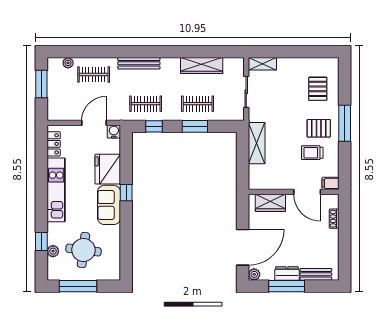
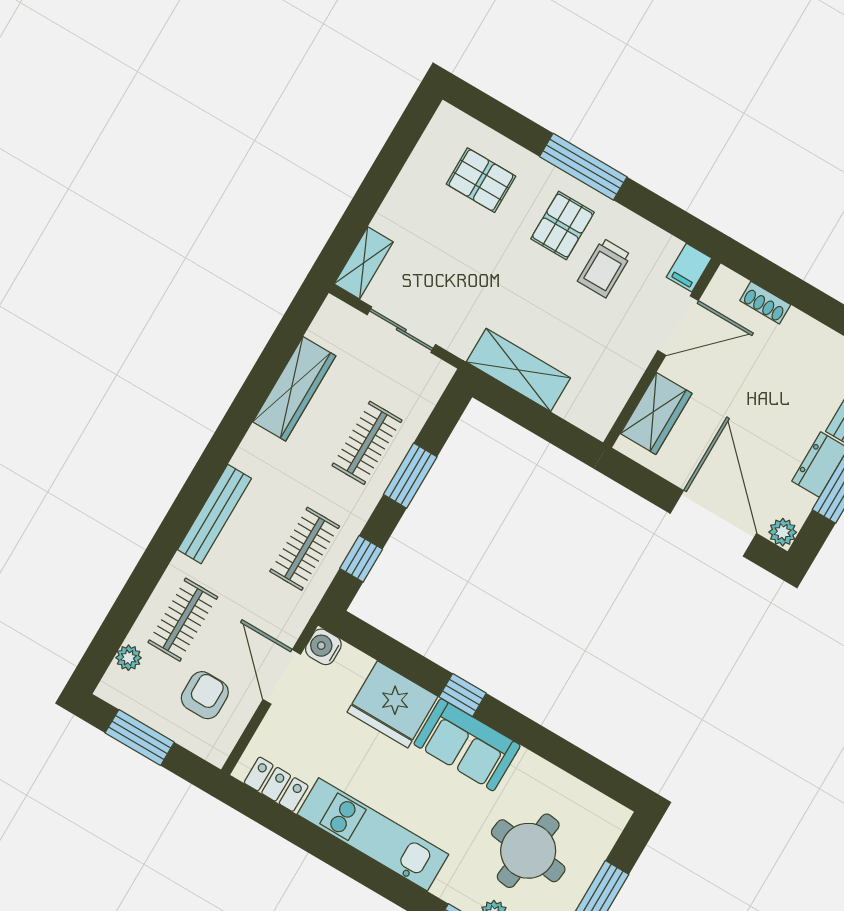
armchair: (71, 99) -> (205, 695), added

